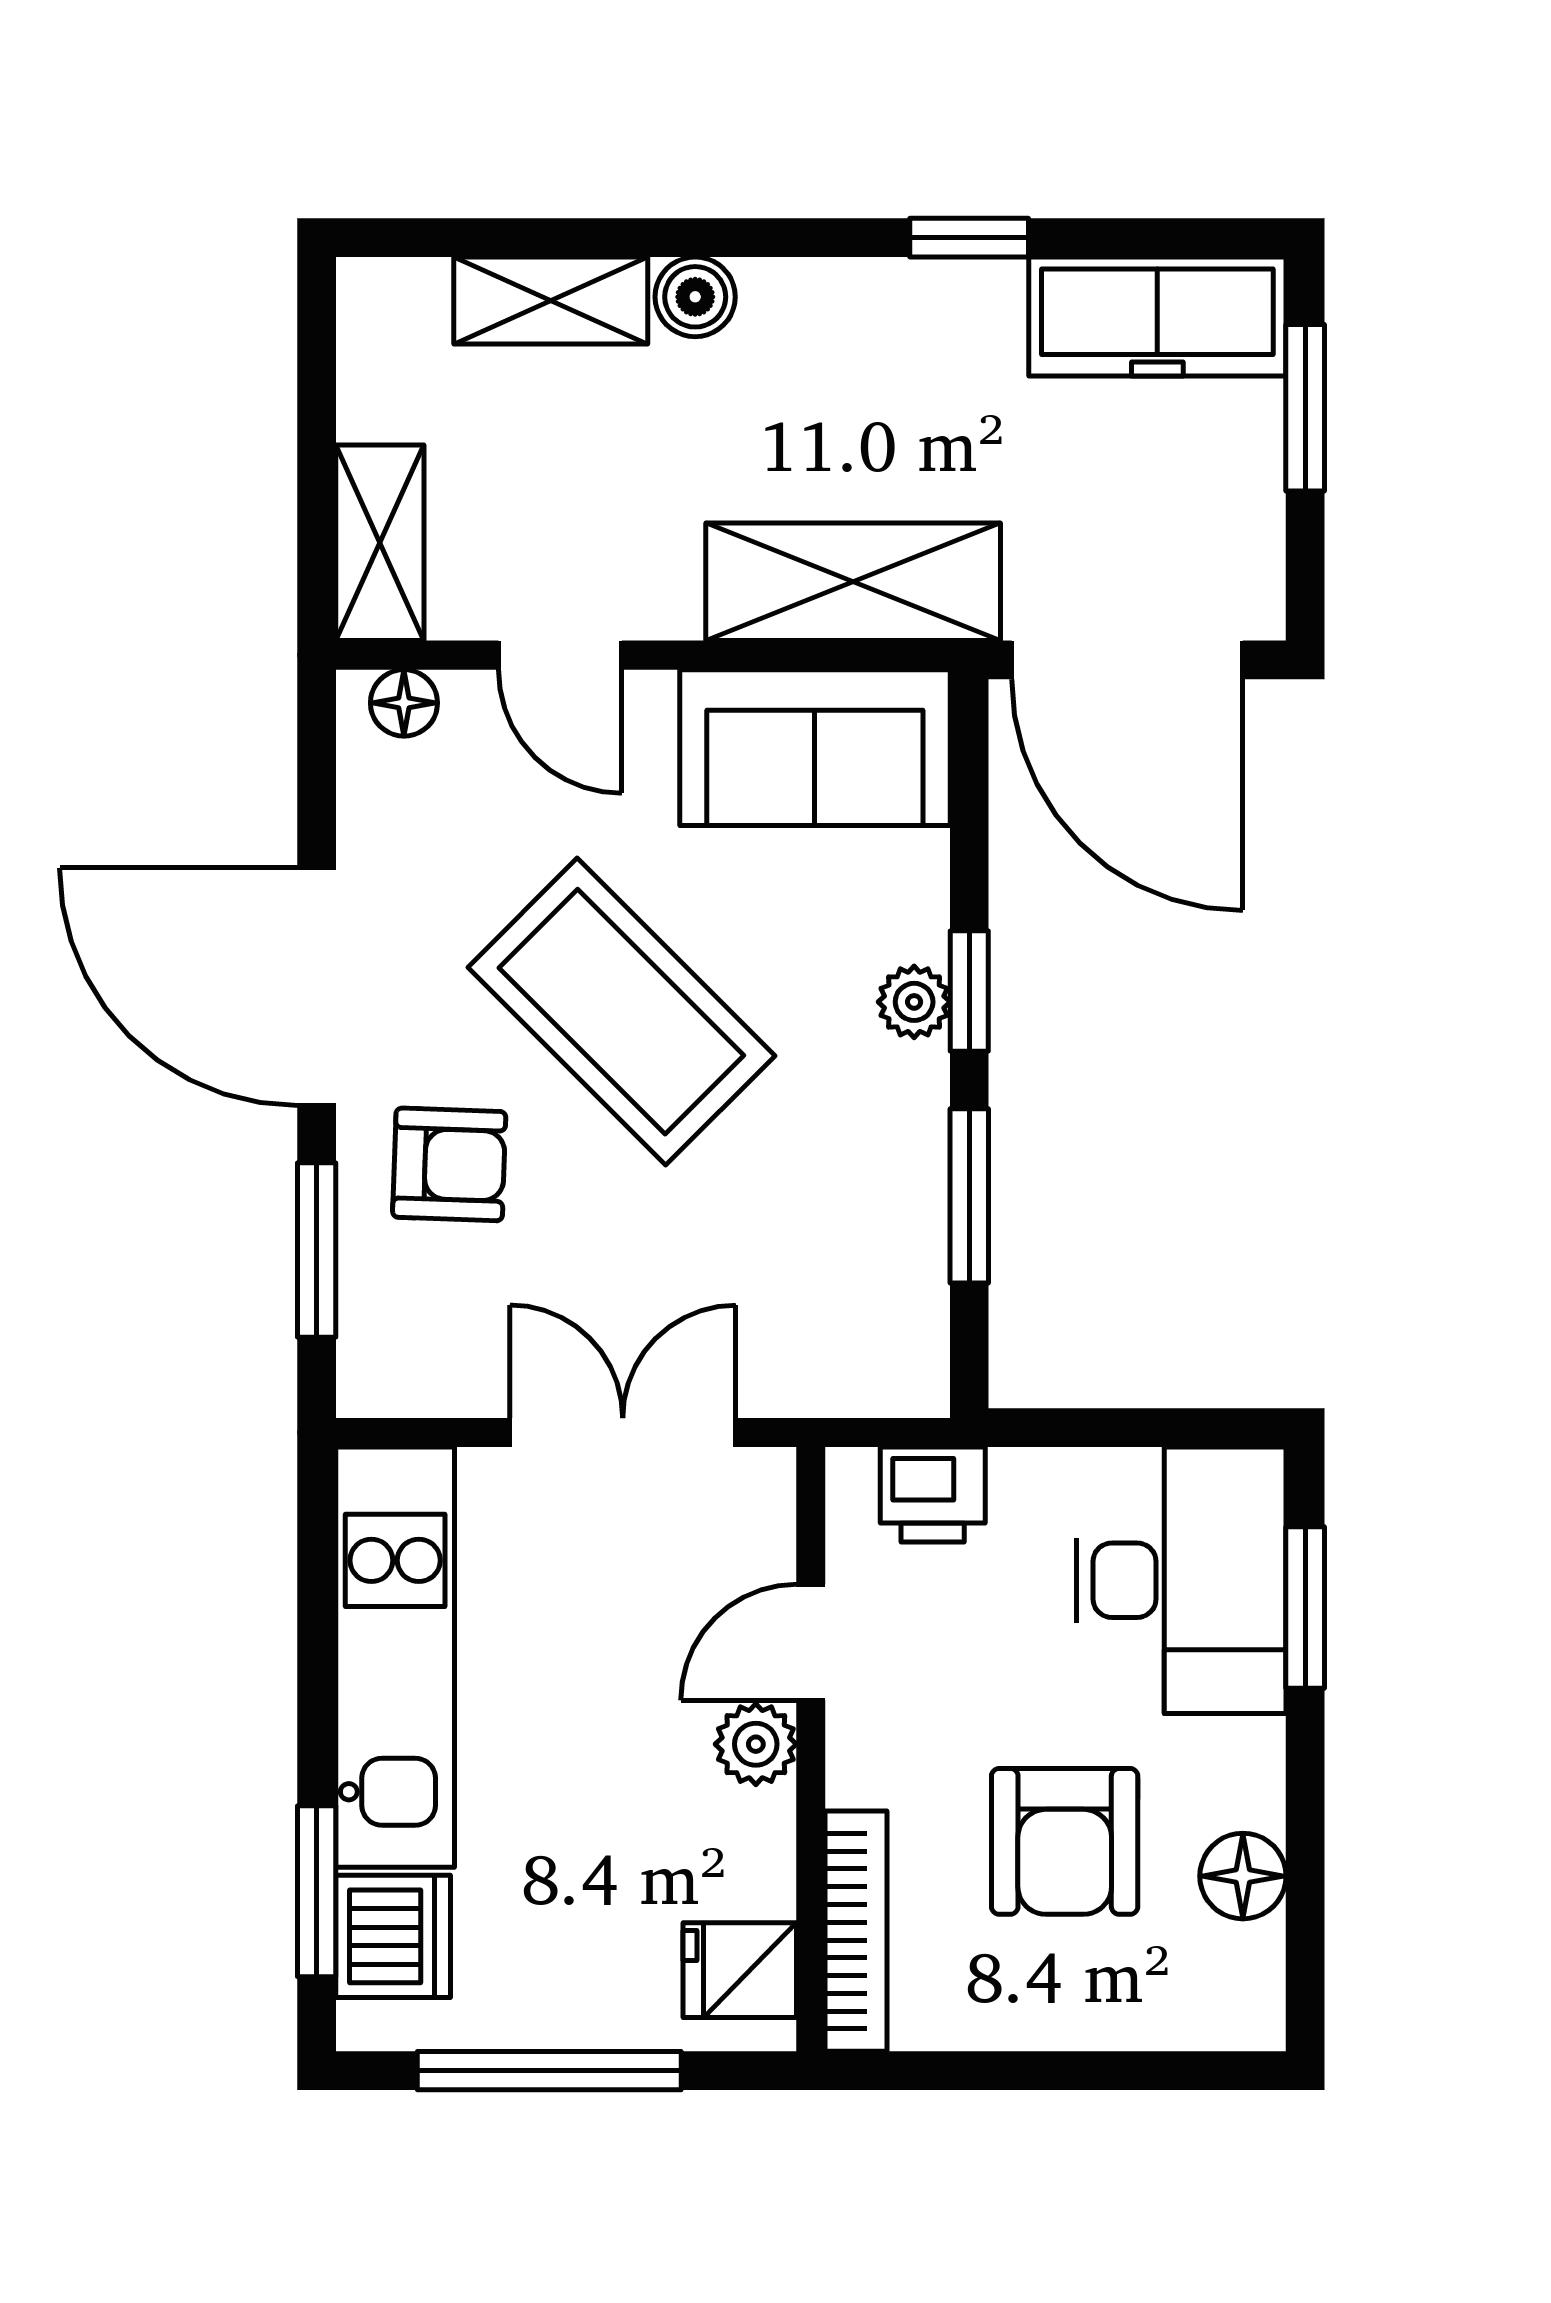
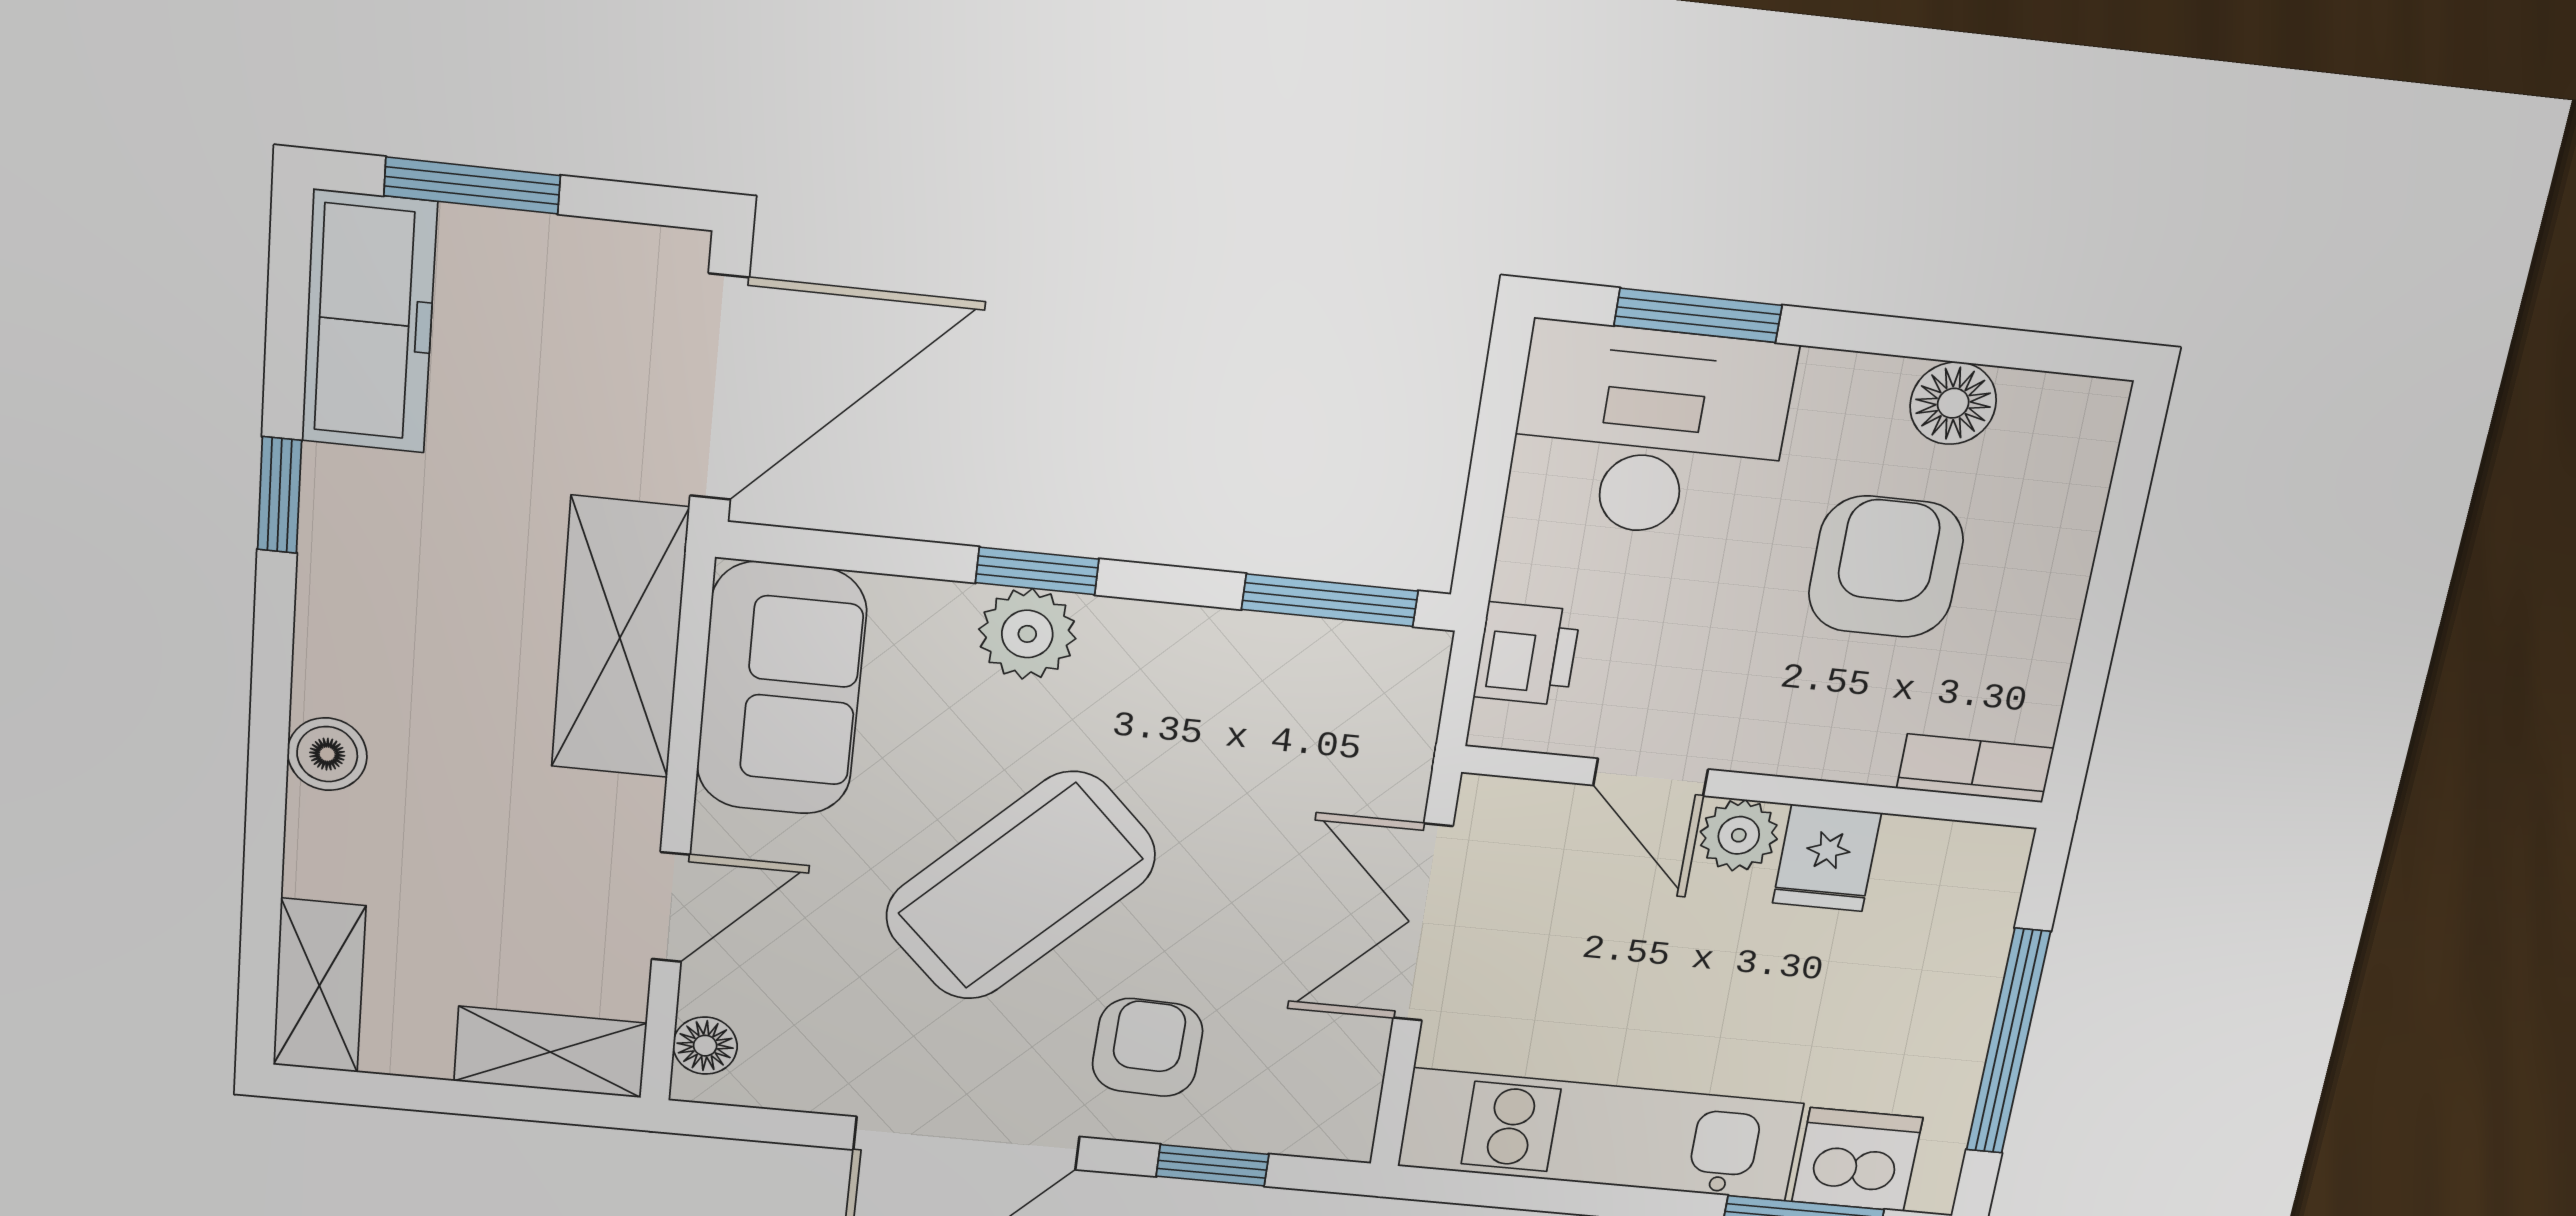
shelving: (551, 300) -> (319, 986), moved
plant: (914, 1002) -> (1027, 634), width x1.38, depth x1.38
window: (969, 1196) -> (1330, 600), moved
window: (317, 1250) -> (1212, 1165), width x0.67
armchair: (1065, 1841) -> (1886, 567), turned -90
bookcase: (856, 1931) -> (1975, 768), width x0.64
fridge: (740, 1970) -> (1827, 858), moved

